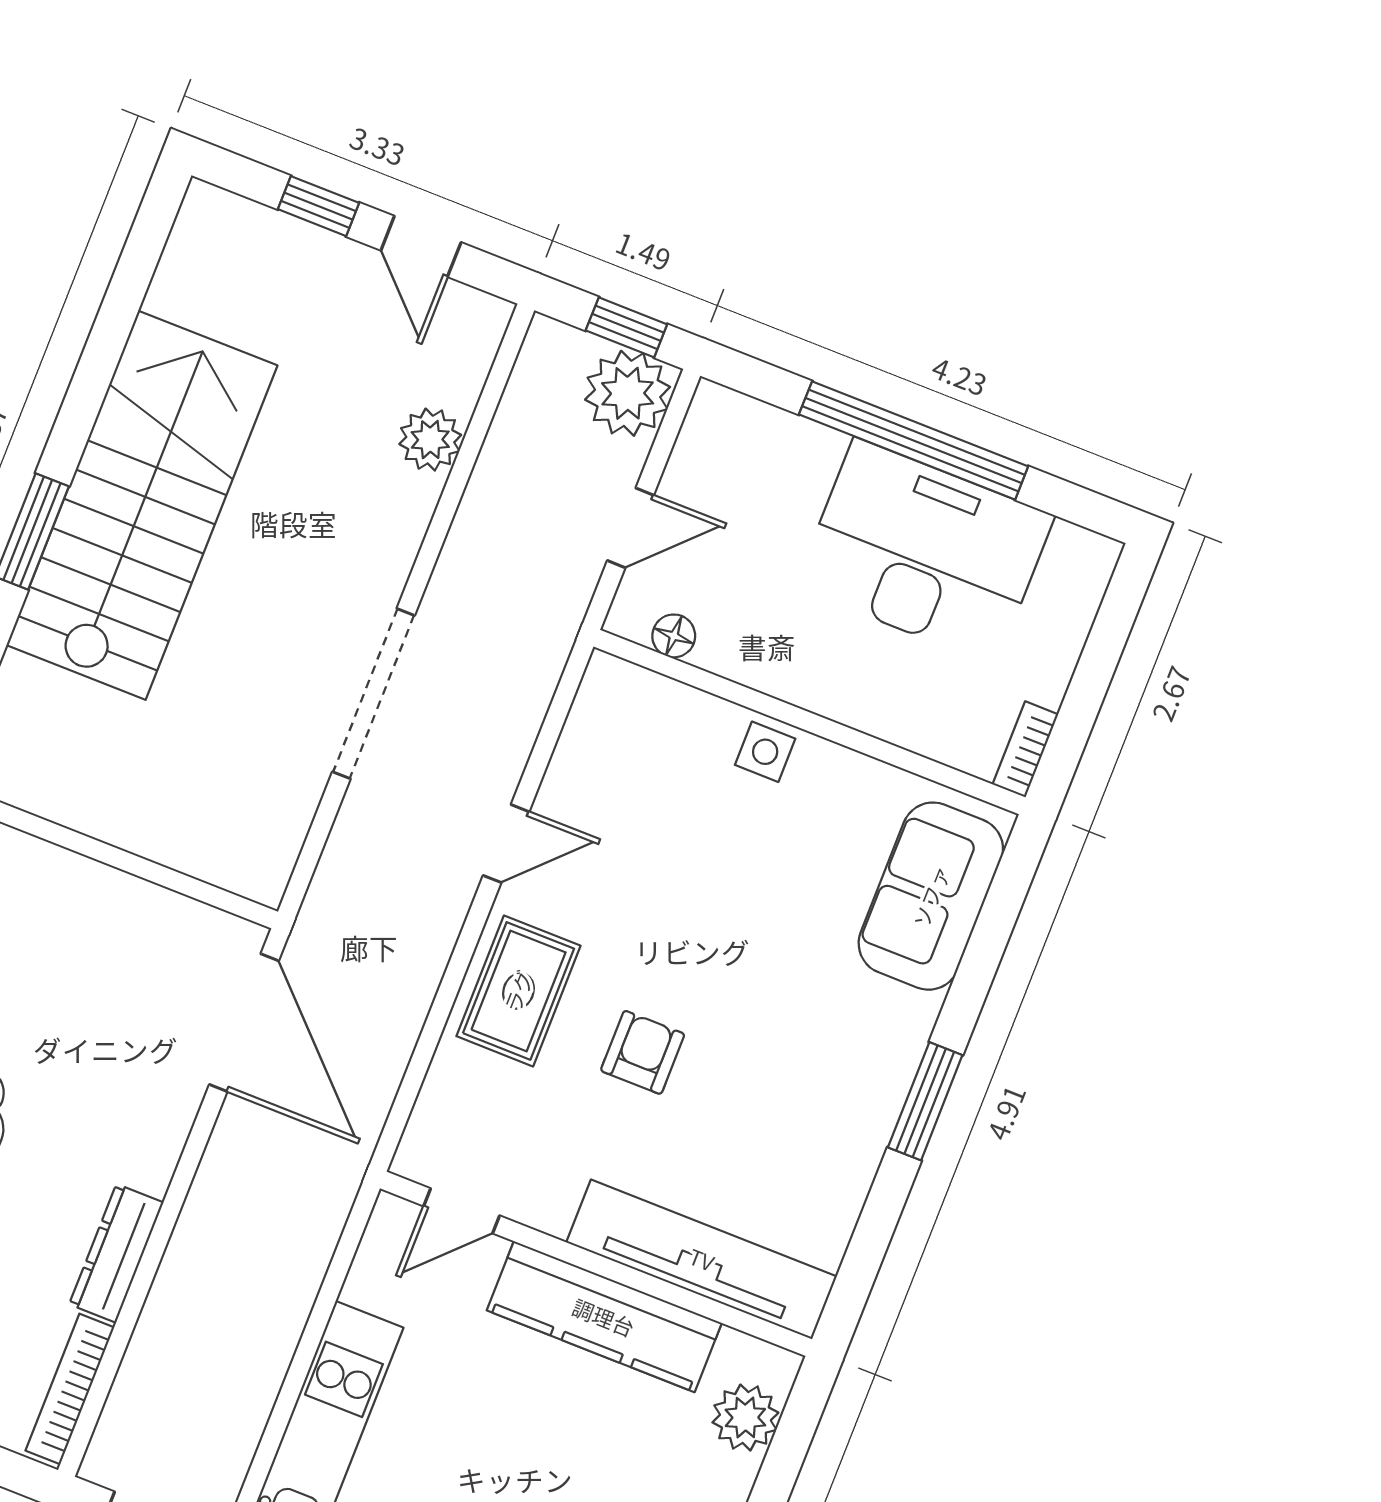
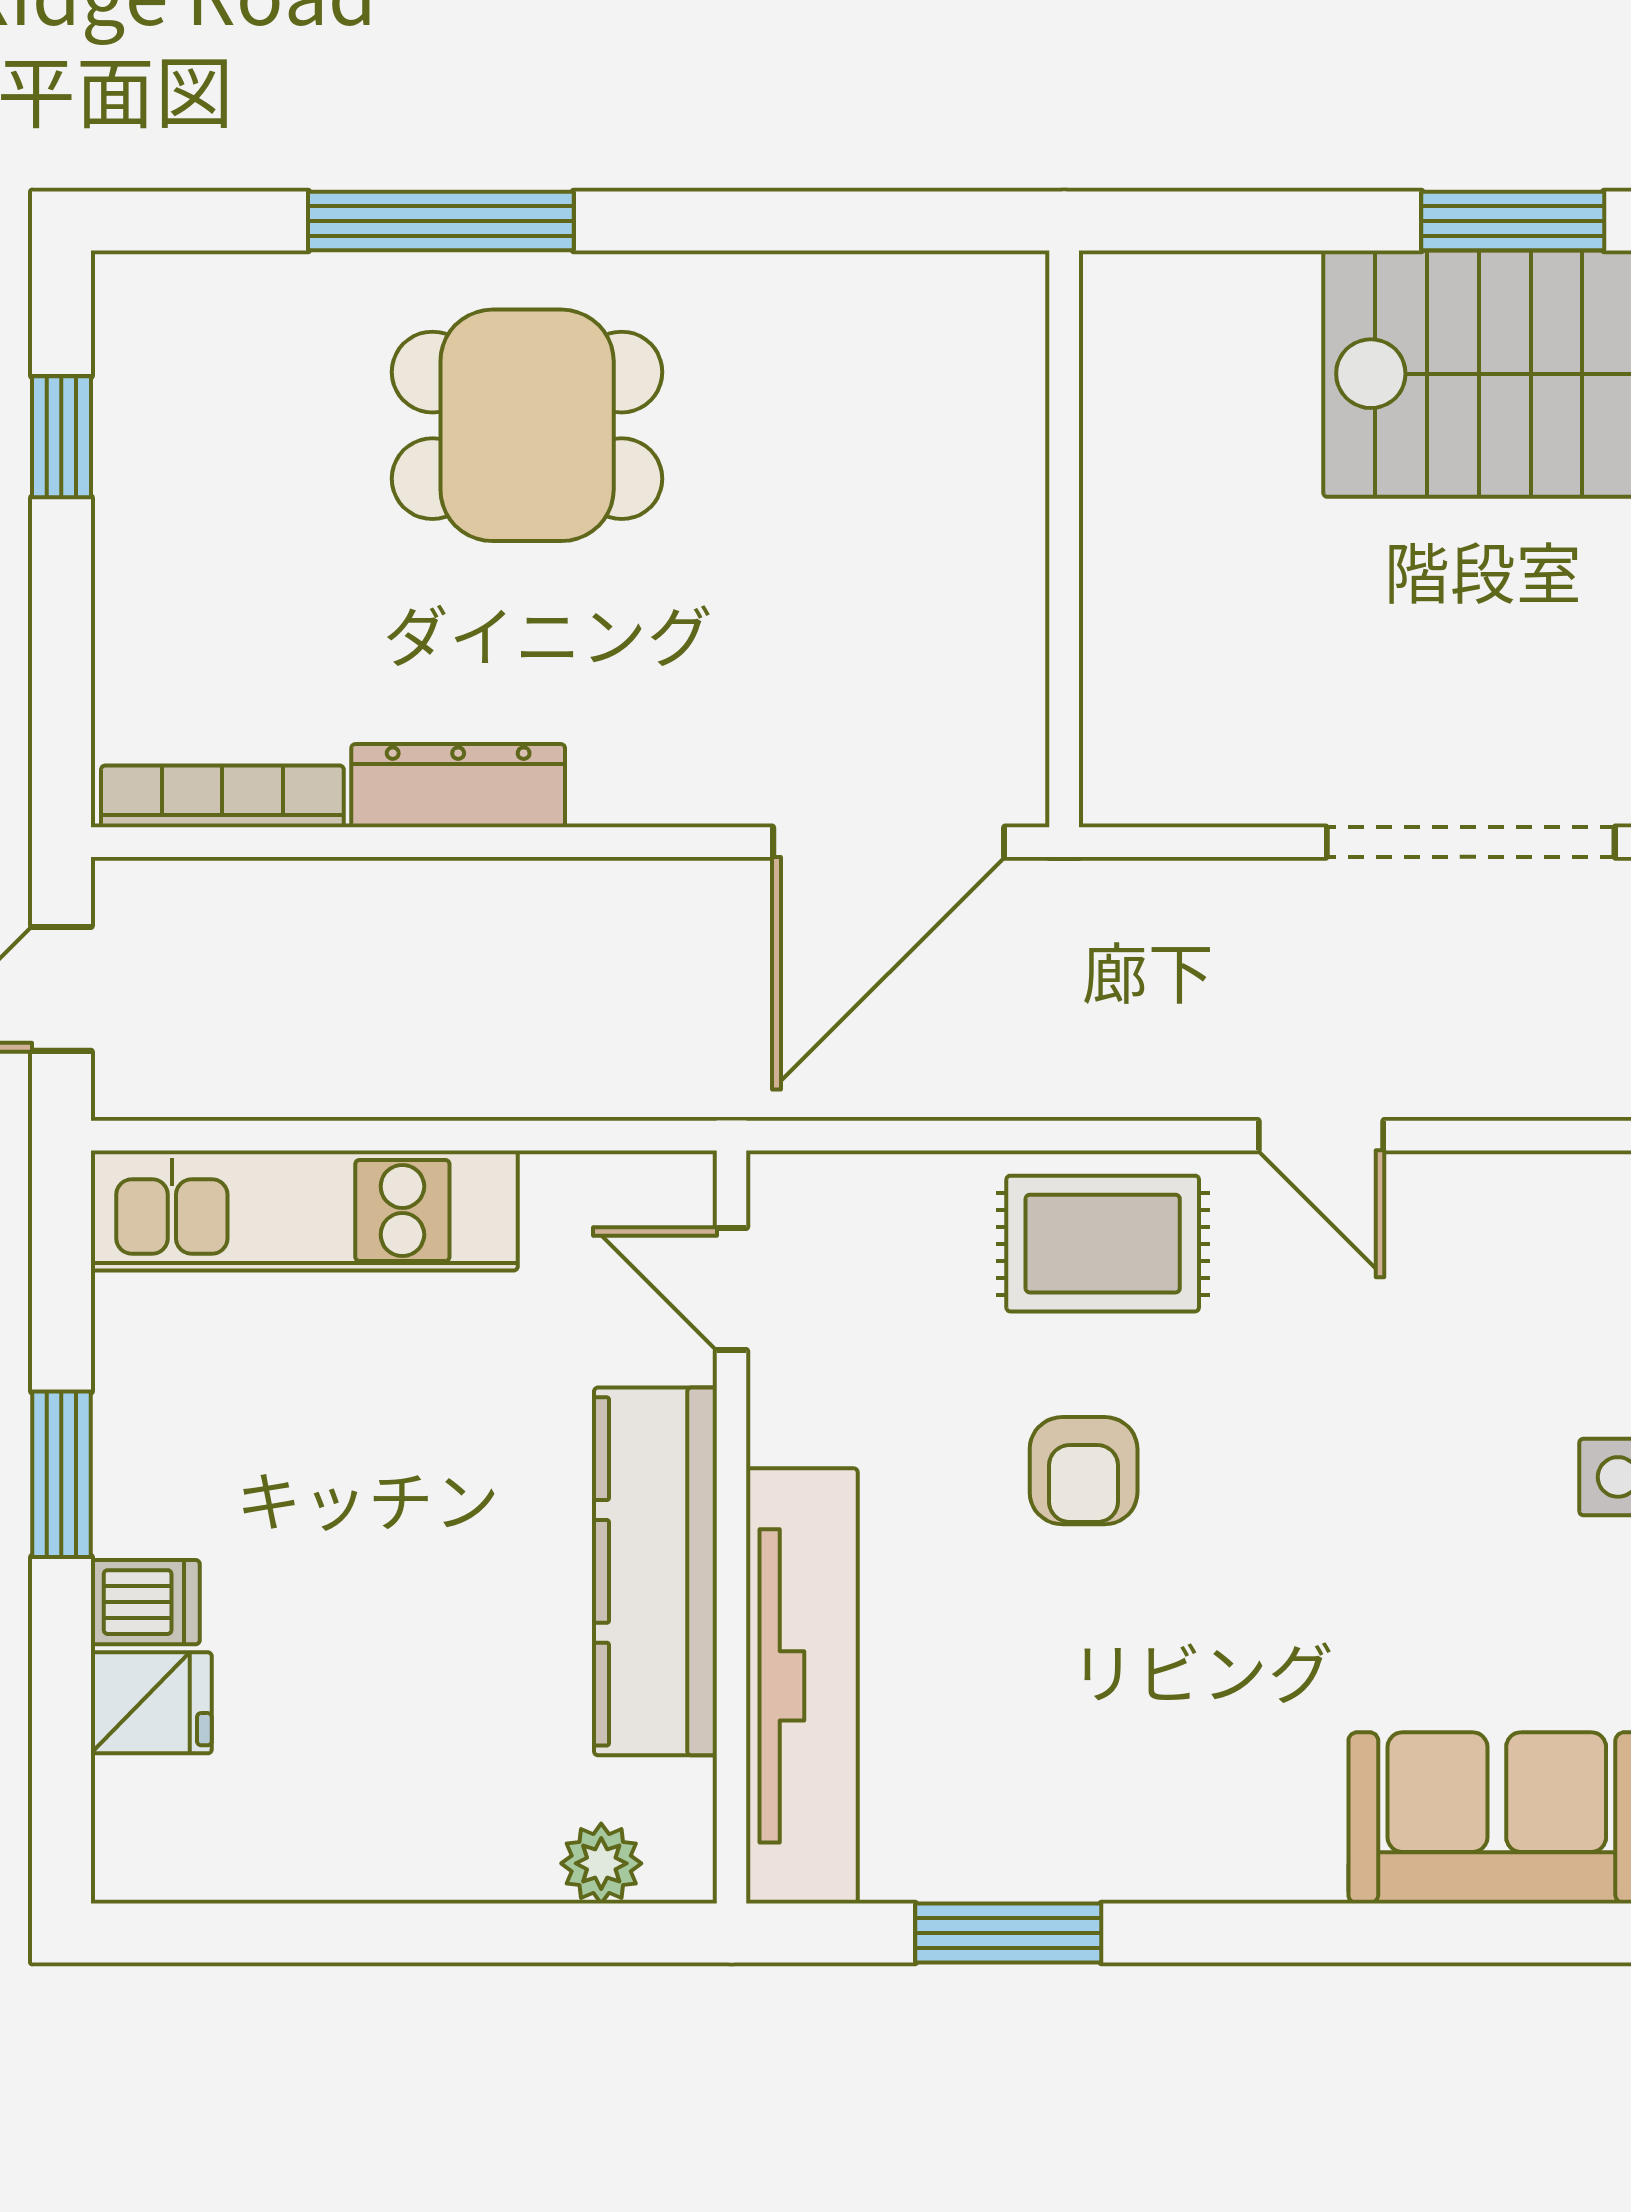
armchair: (643, 1052) -> (1084, 1471), turned 90
window: (925, 1101) -> (1008, 1933), moved
plant: (745, 1418) -> (601, 1863), width x0.73, depth x0.73

